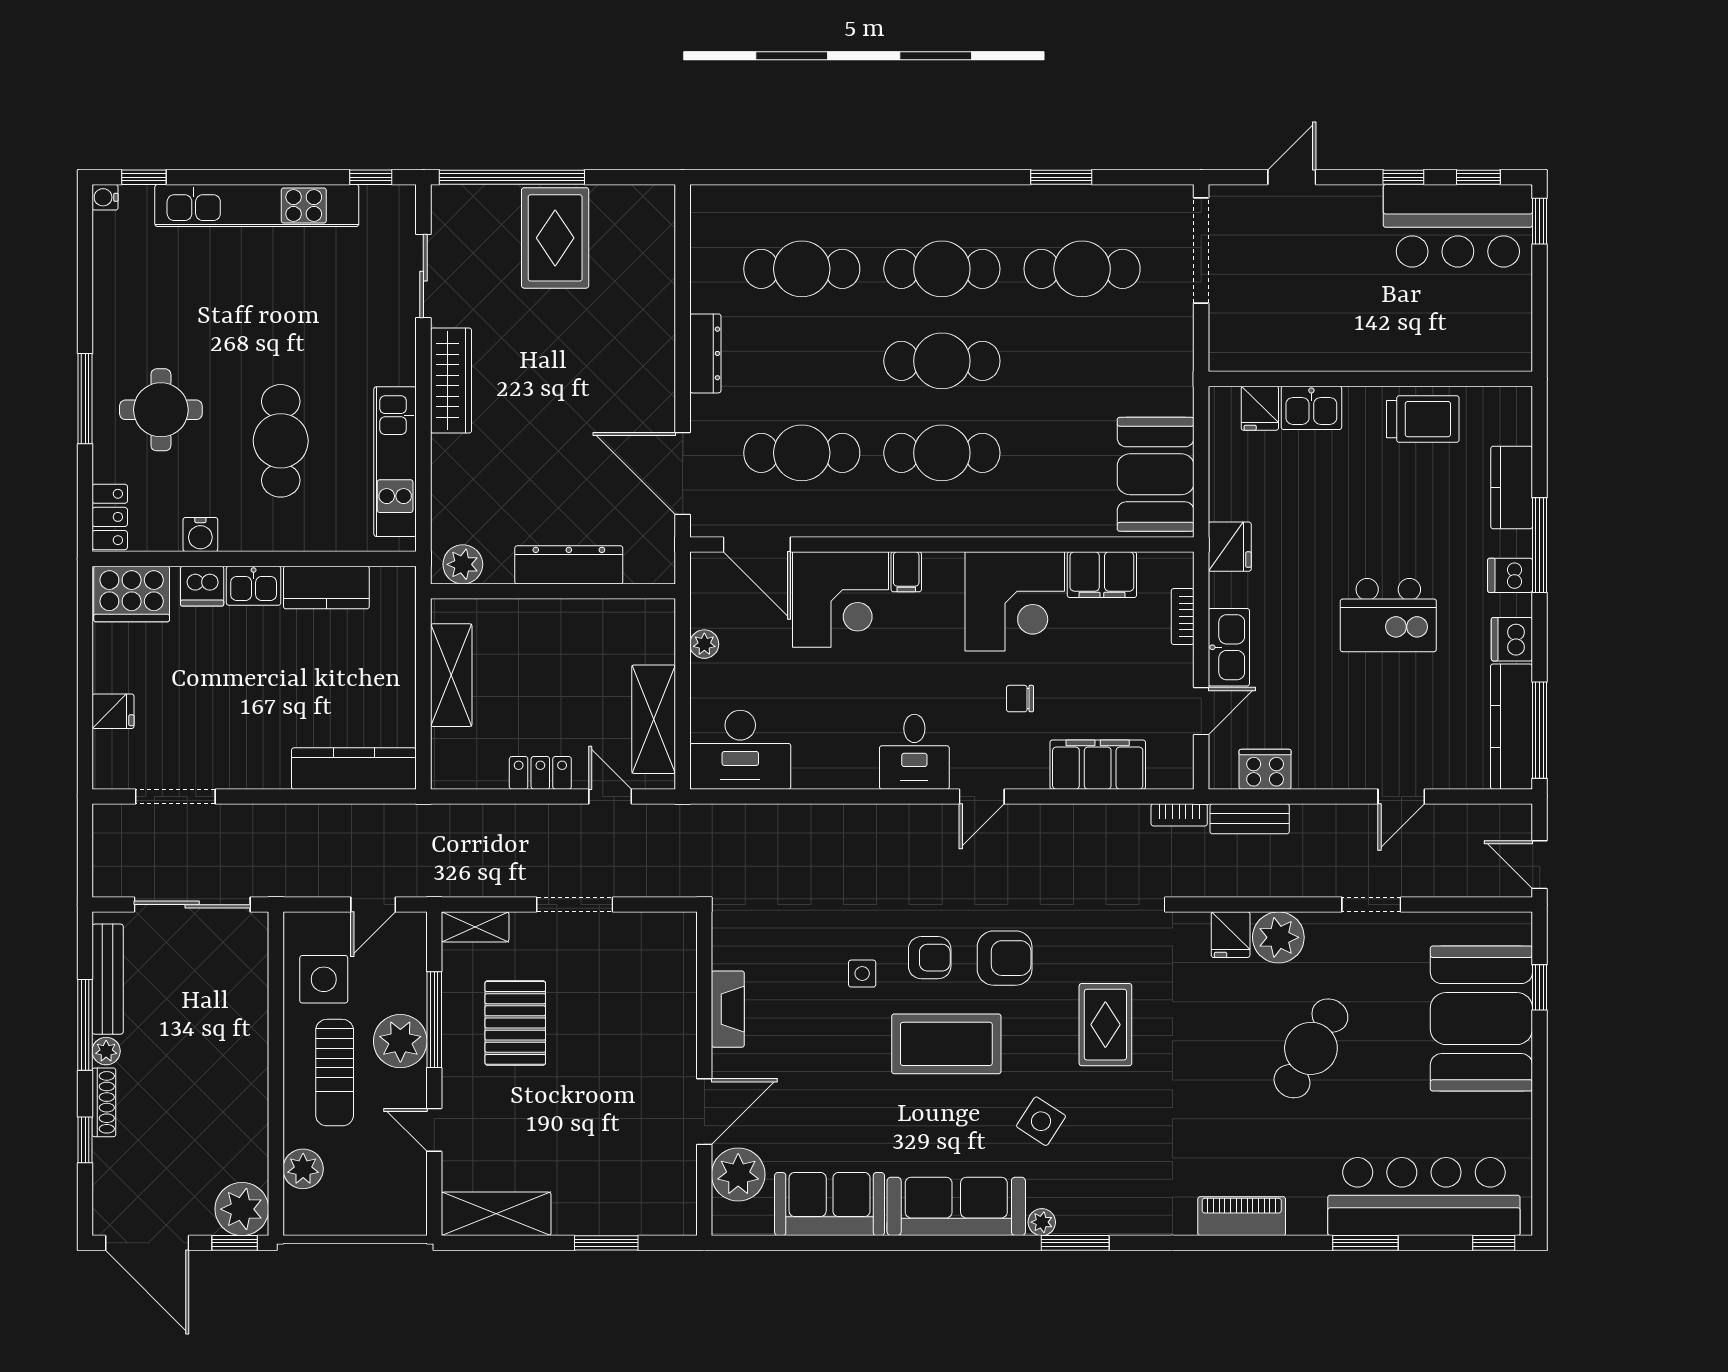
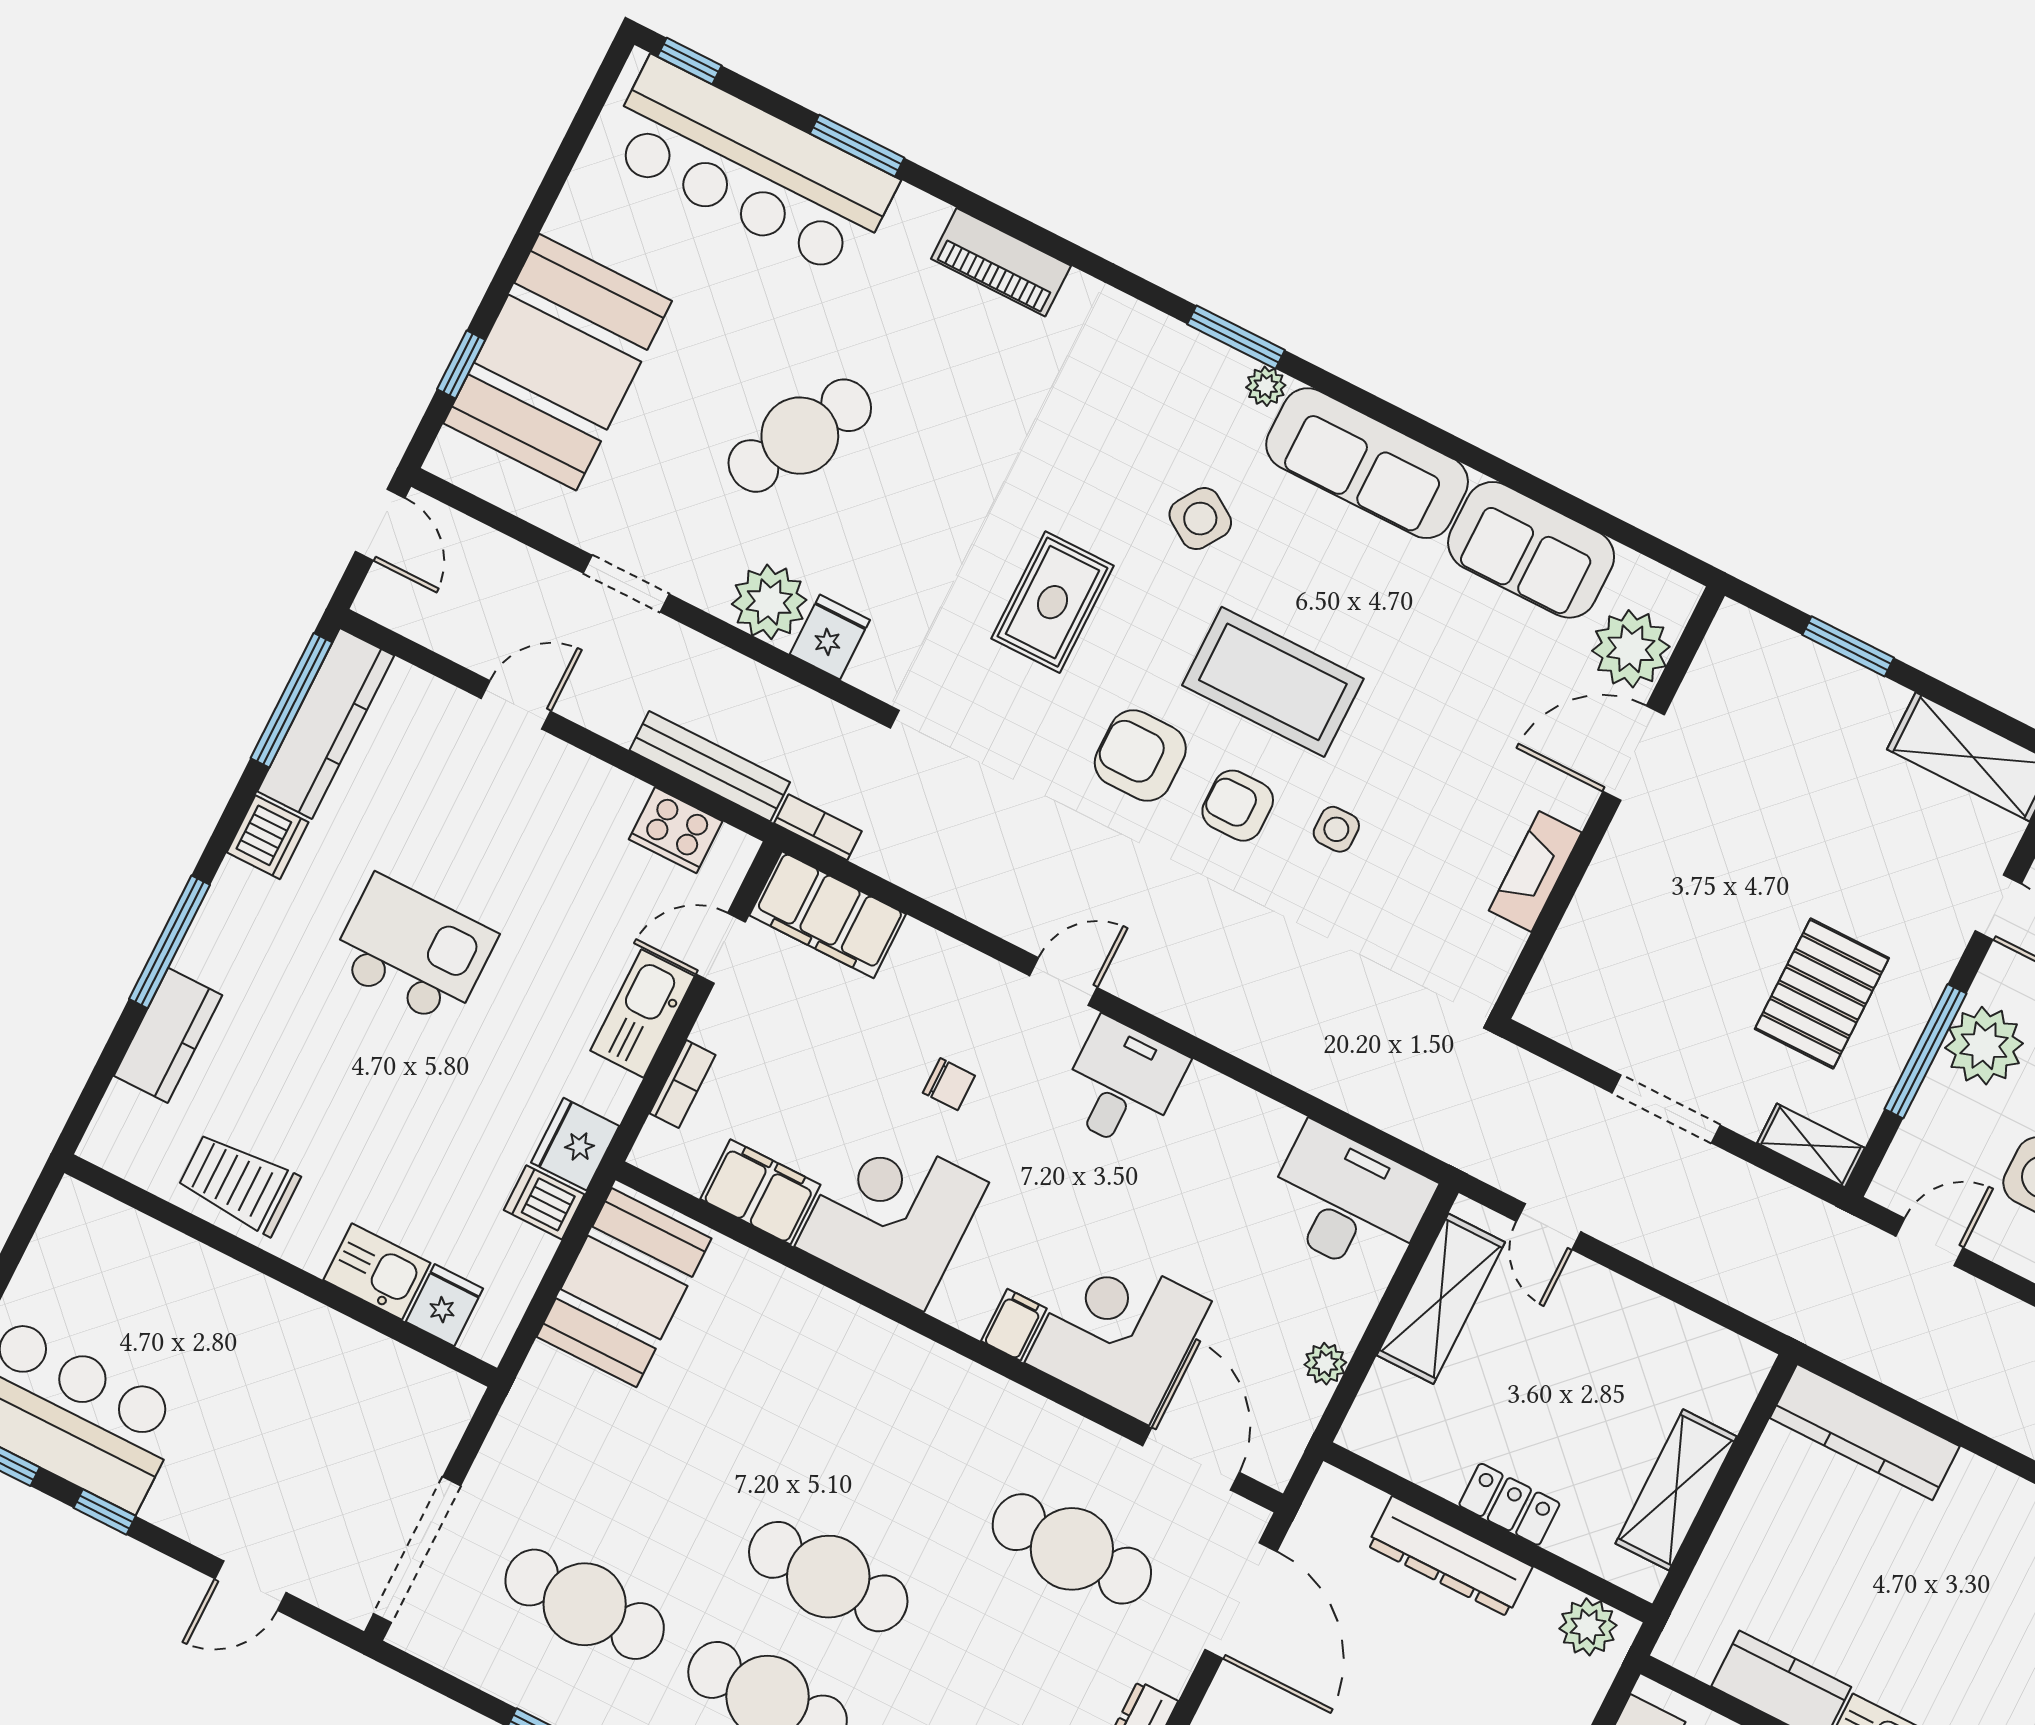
cafe table: (942, 453) -> (889, 1456), removed
dishwasher: (1510, 575) -> (544, 1202), moved, turned 180
filing cabinet: (1098, 765) -> (828, 915), moved
locker: (540, 773) -> (1509, 1504), moved, turned 180
bench: (1250, 819) -> (710, 766), width x1.36

